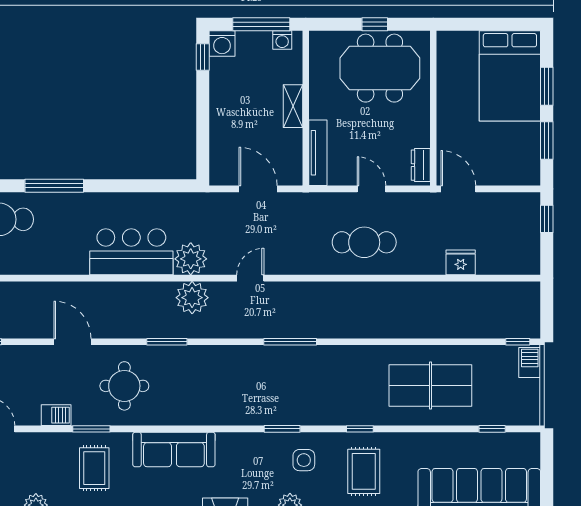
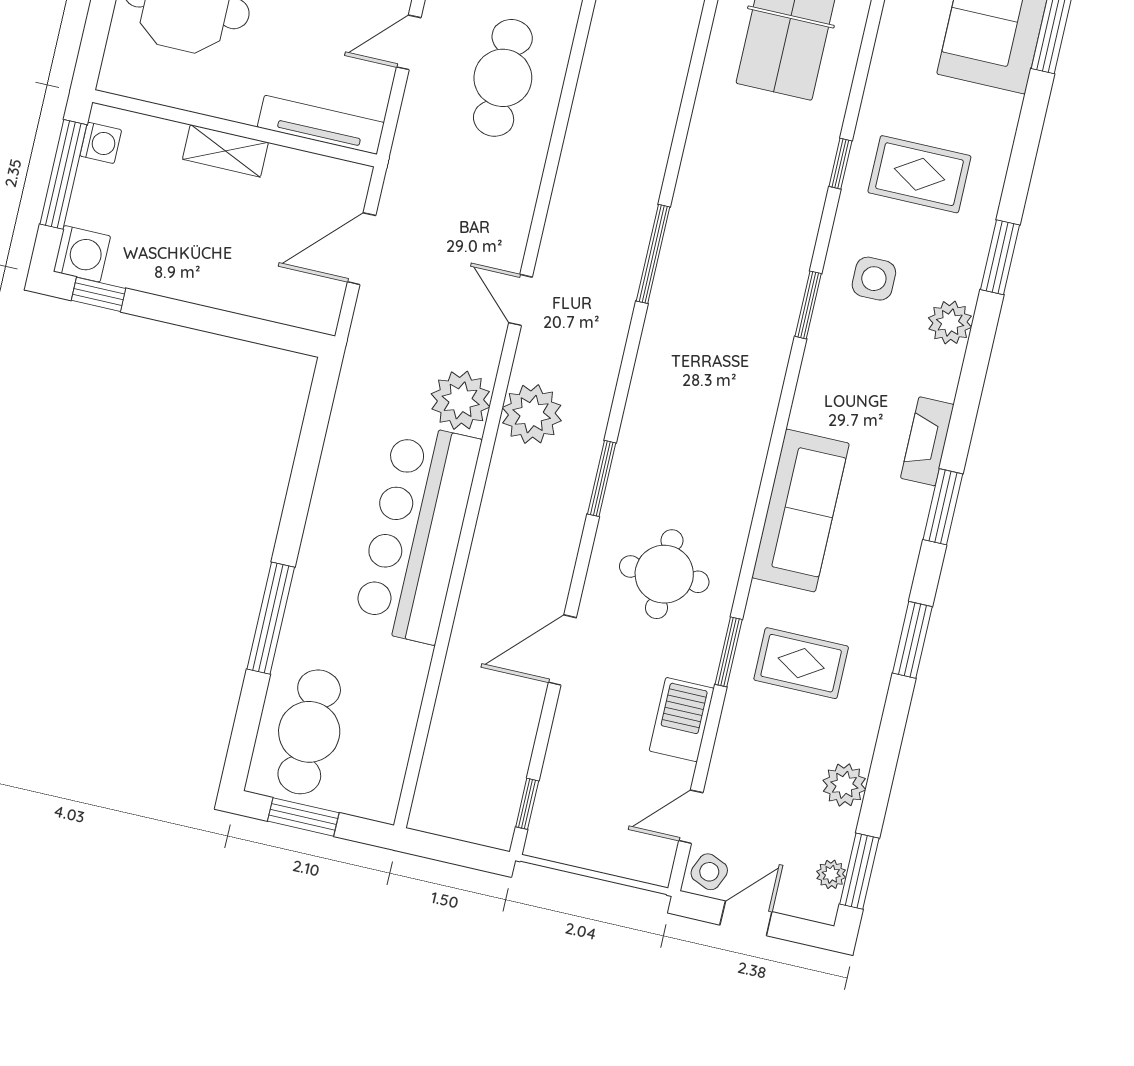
bar counter: (131, 252) -> (417, 533), width x1.36
barbecue: (56, 415) -> (682, 720), width x1.38, depth x1.27

